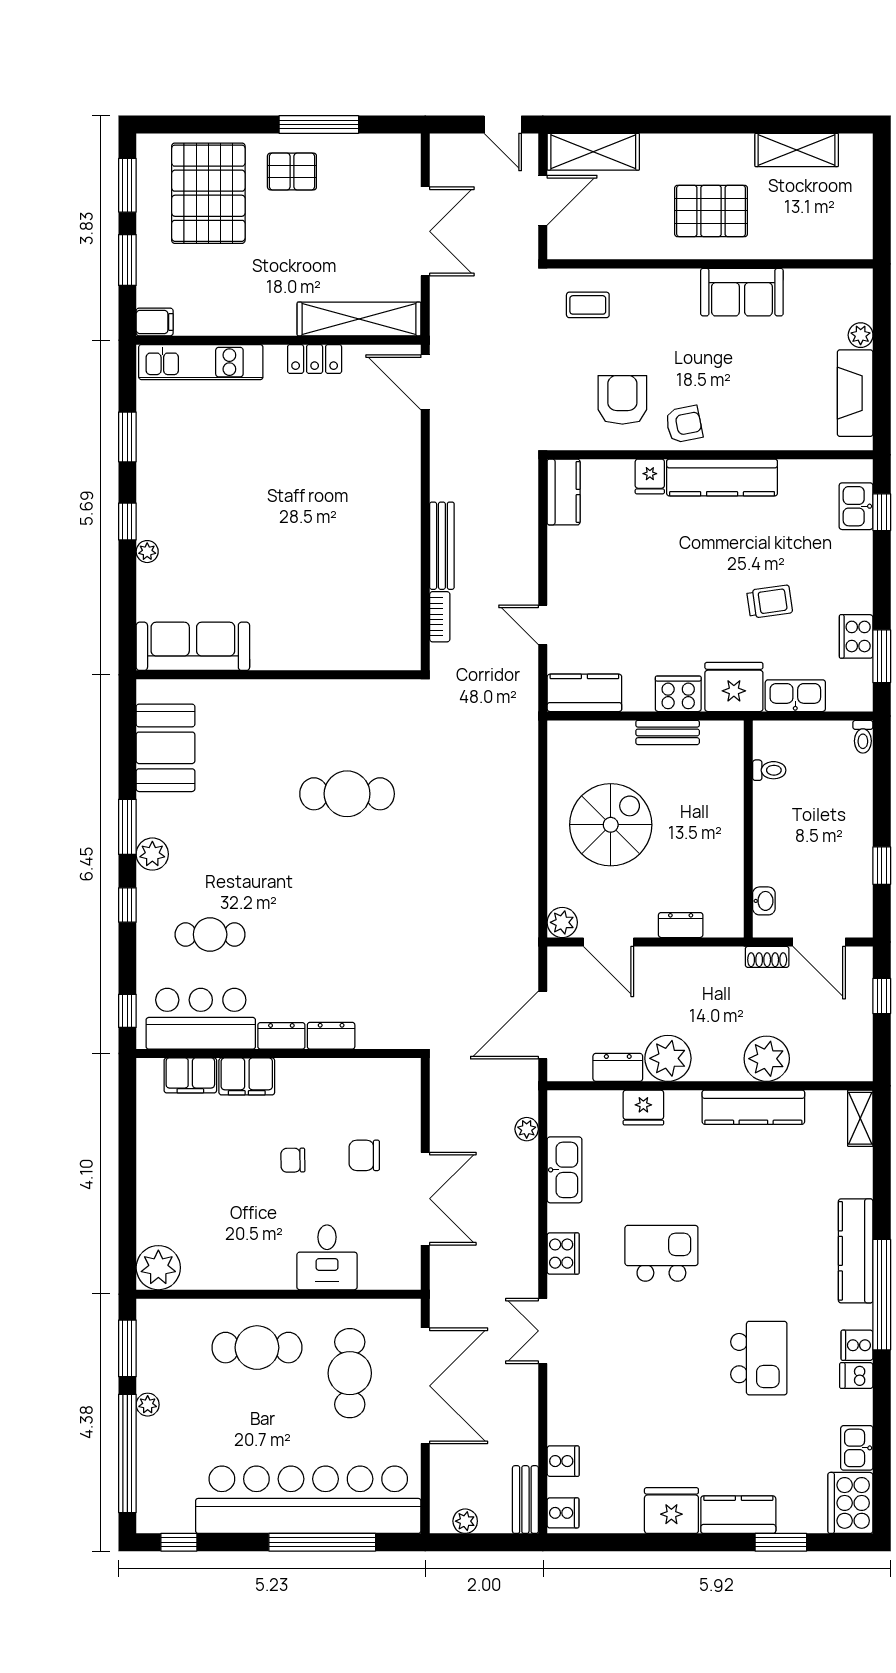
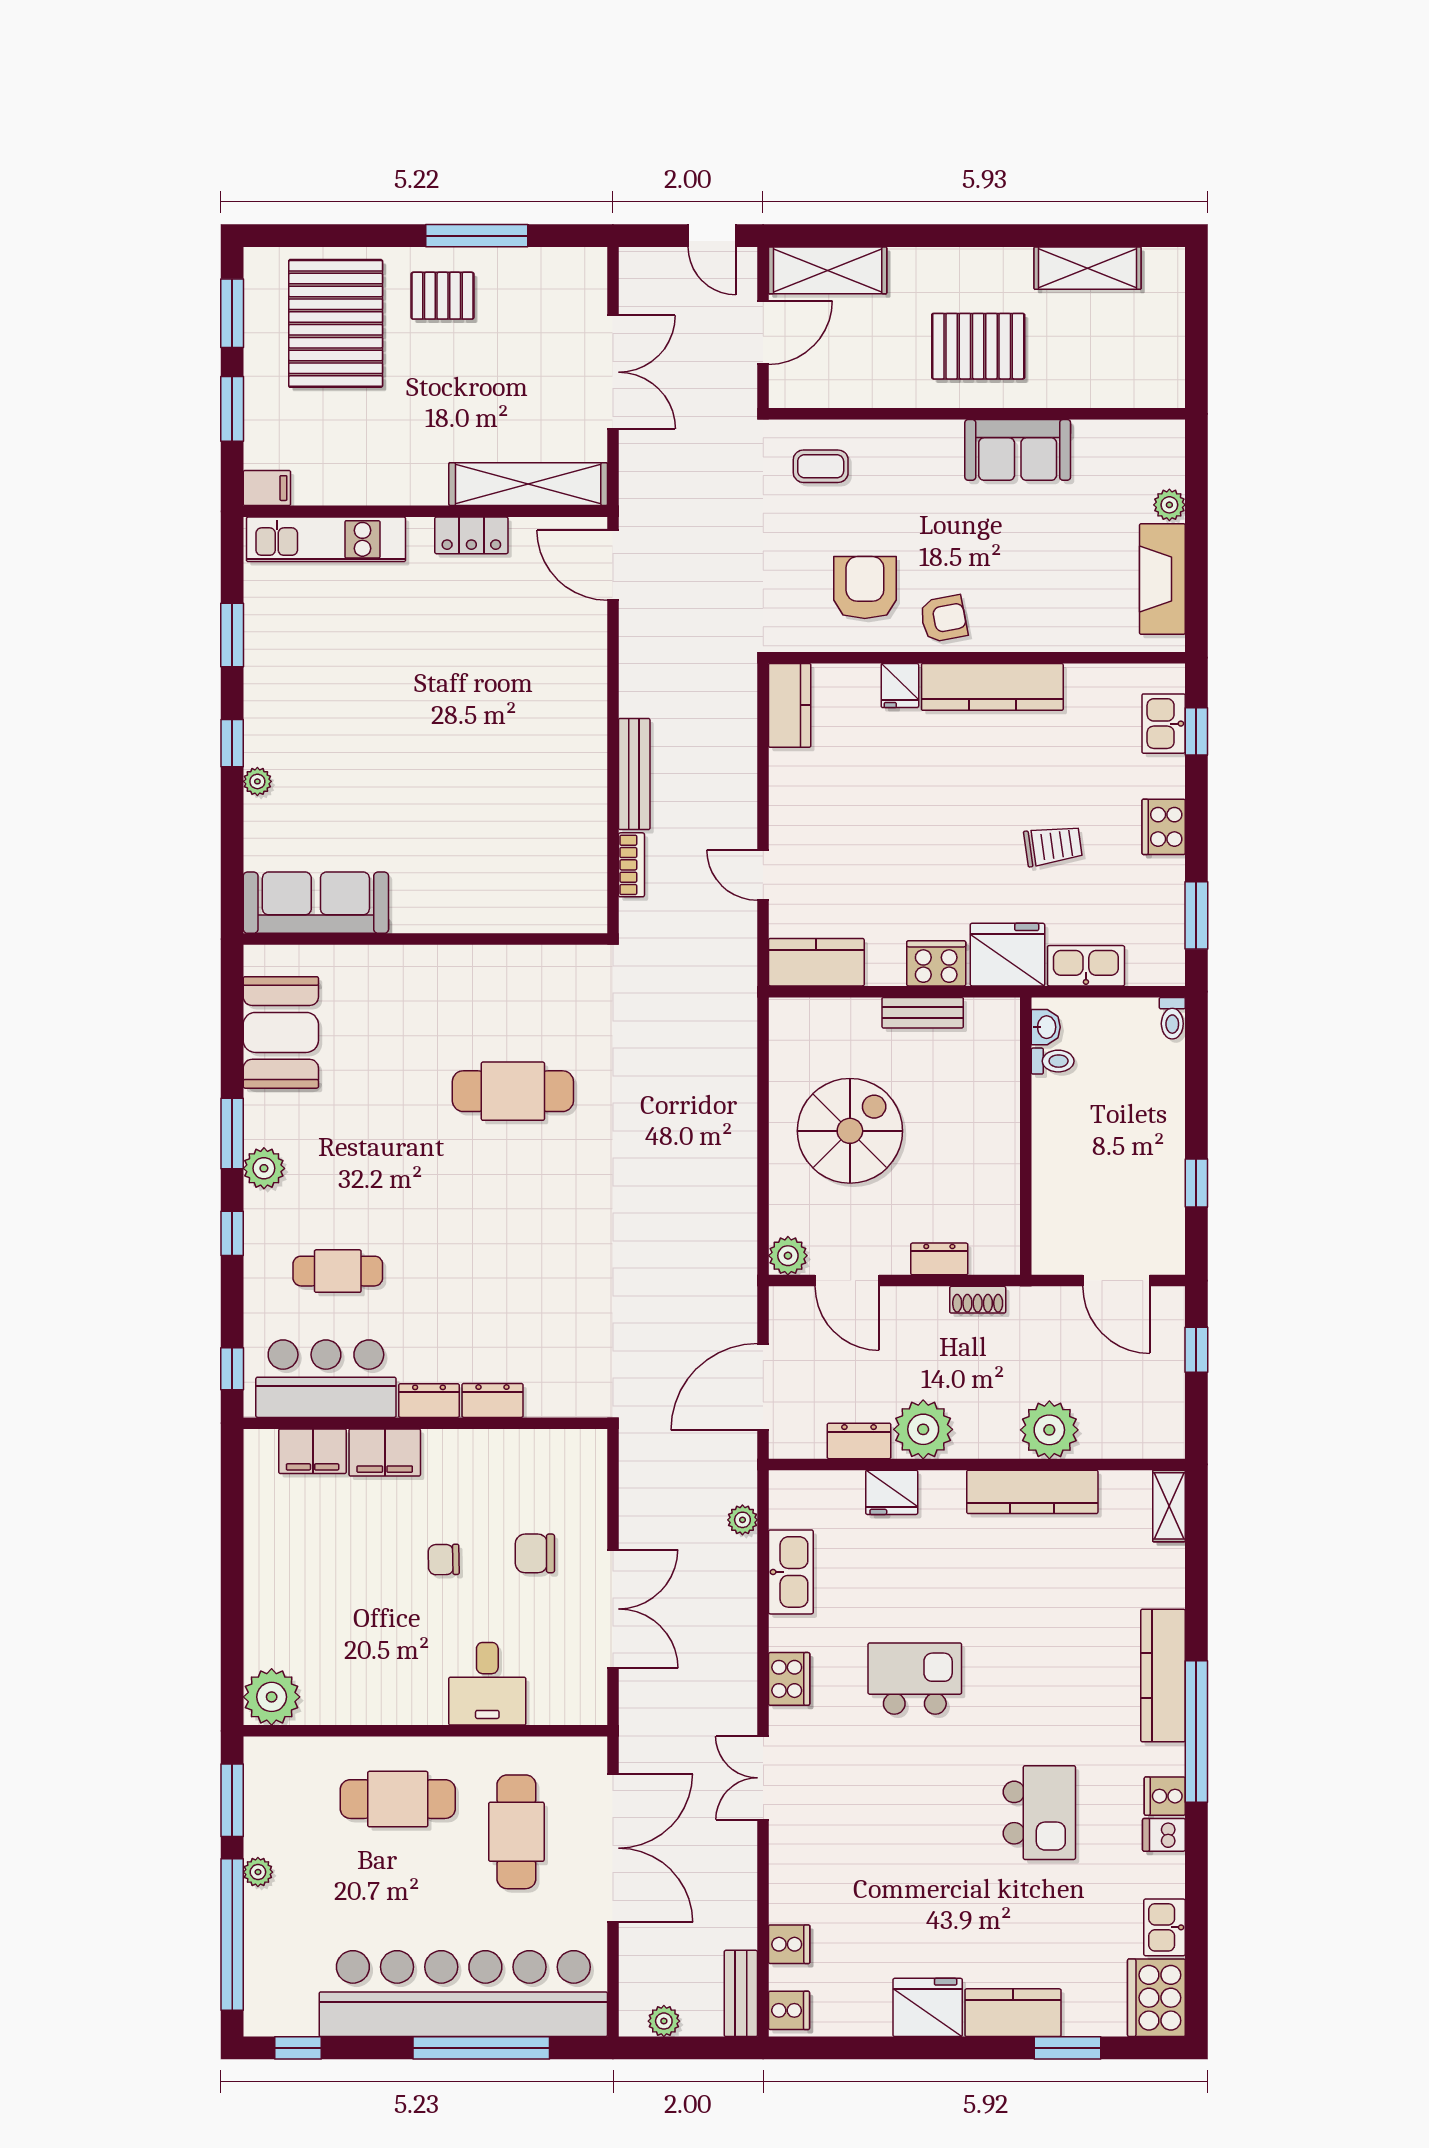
cooker: (856, 636) -> (1164, 827), moved
washbasin: (764, 901) -> (1046, 1027), moved
shoe rack: (767, 957) -> (978, 1300), moved

